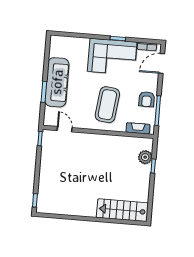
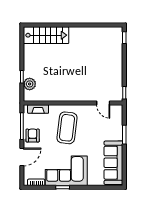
door: (162, 63) -> (22, 157), moved
sofa: (57, 82) -> (113, 163), moved

